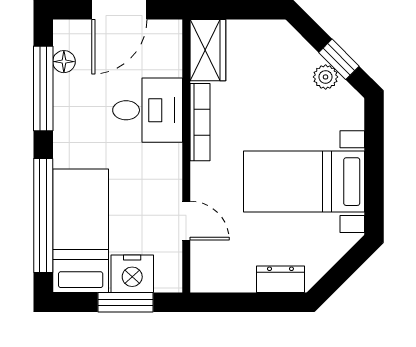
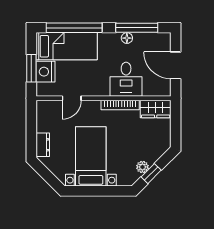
floor lamp: (64, 62) -> (127, 38), moved

